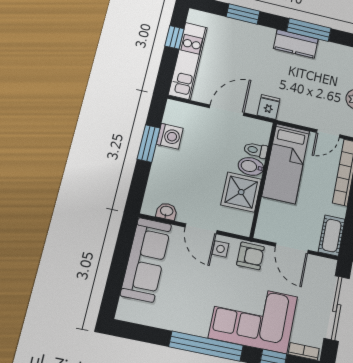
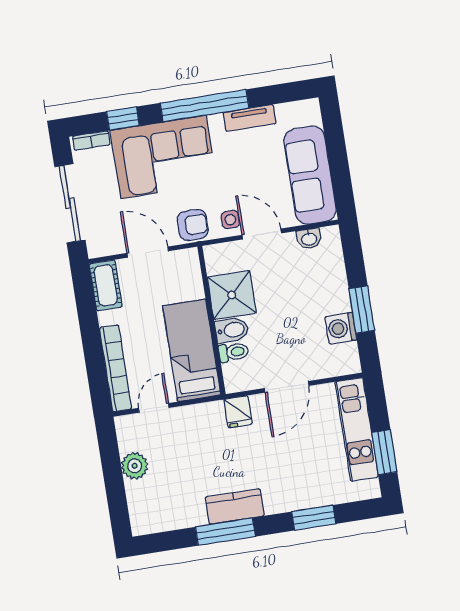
window: (174, 37) -> (384, 452), width x1.50
armchair: (250, 256) -> (193, 225), turned 180
tv unit: (175, 323) -> (250, 118), added

